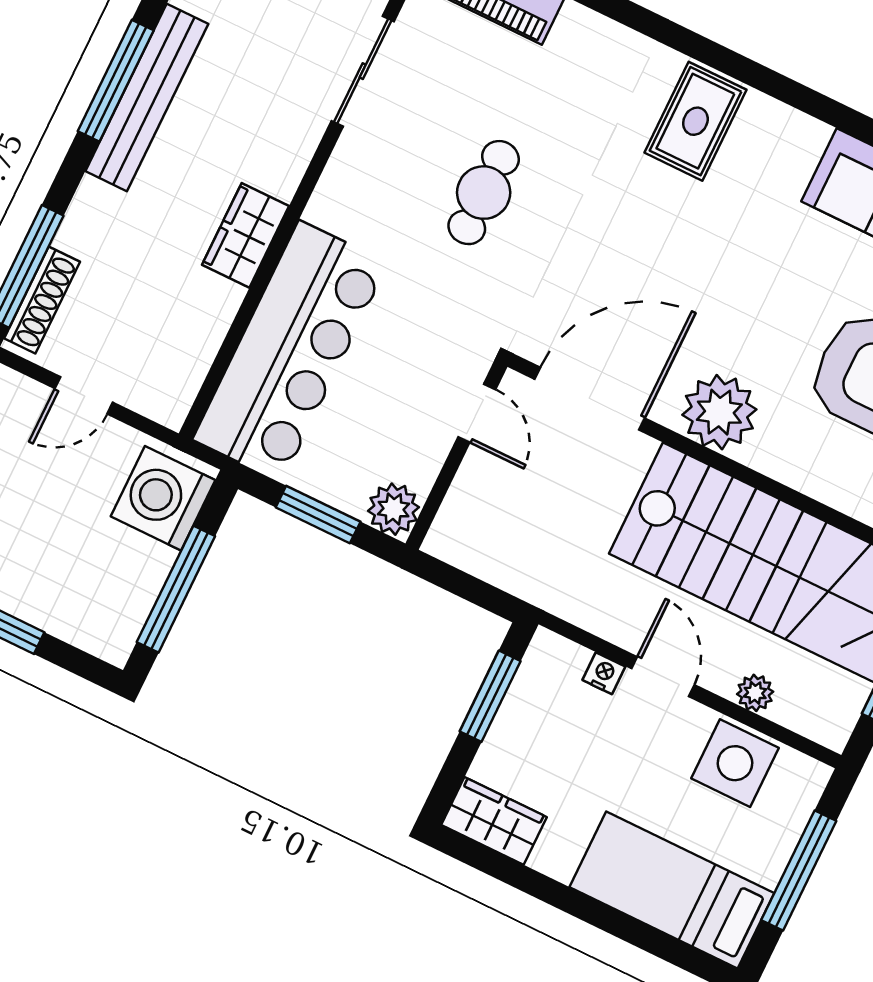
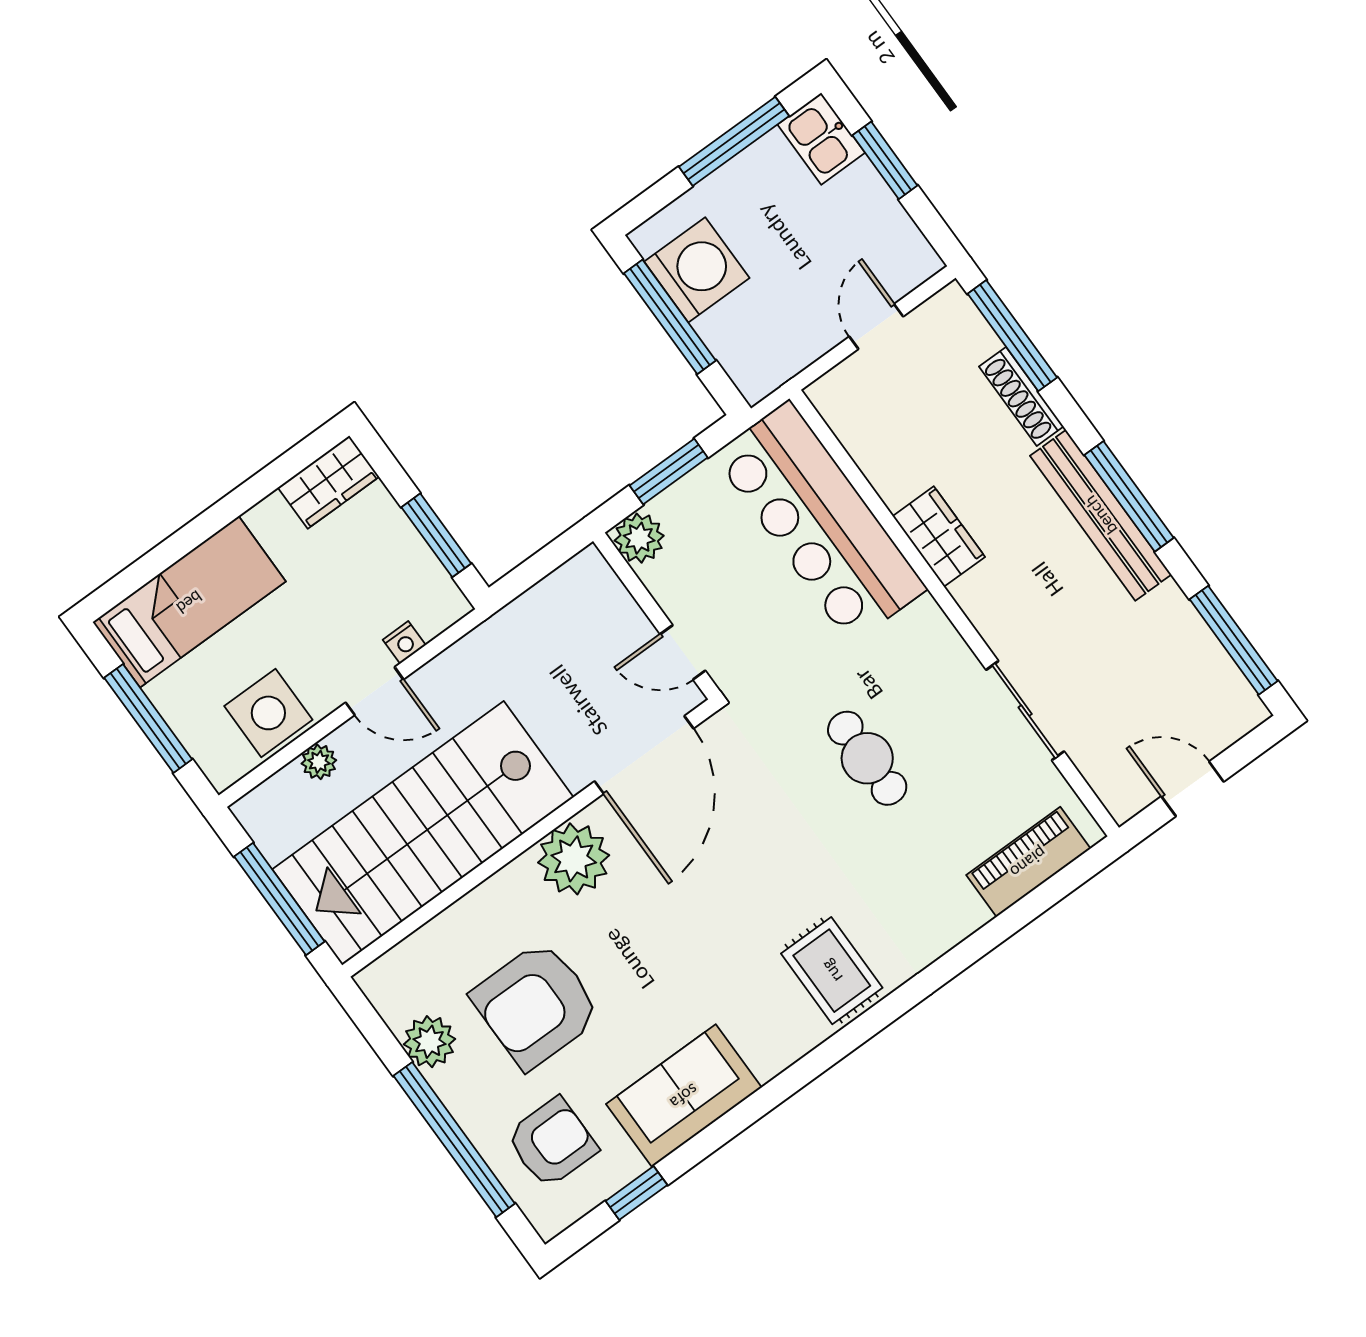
shoe rack: (42, 300) -> (1021, 396), moved
washing machine: (163, 498) -> (697, 270), moved

